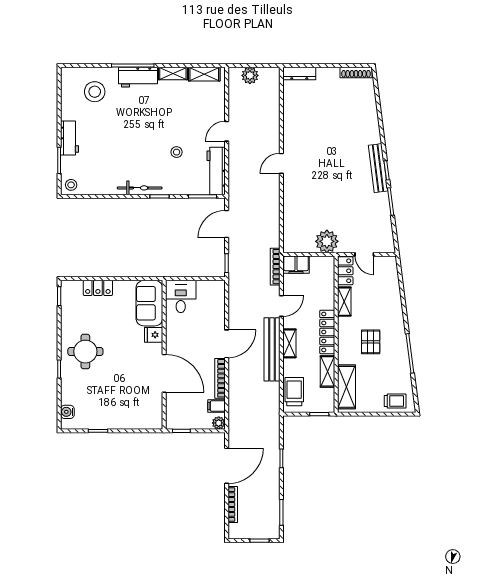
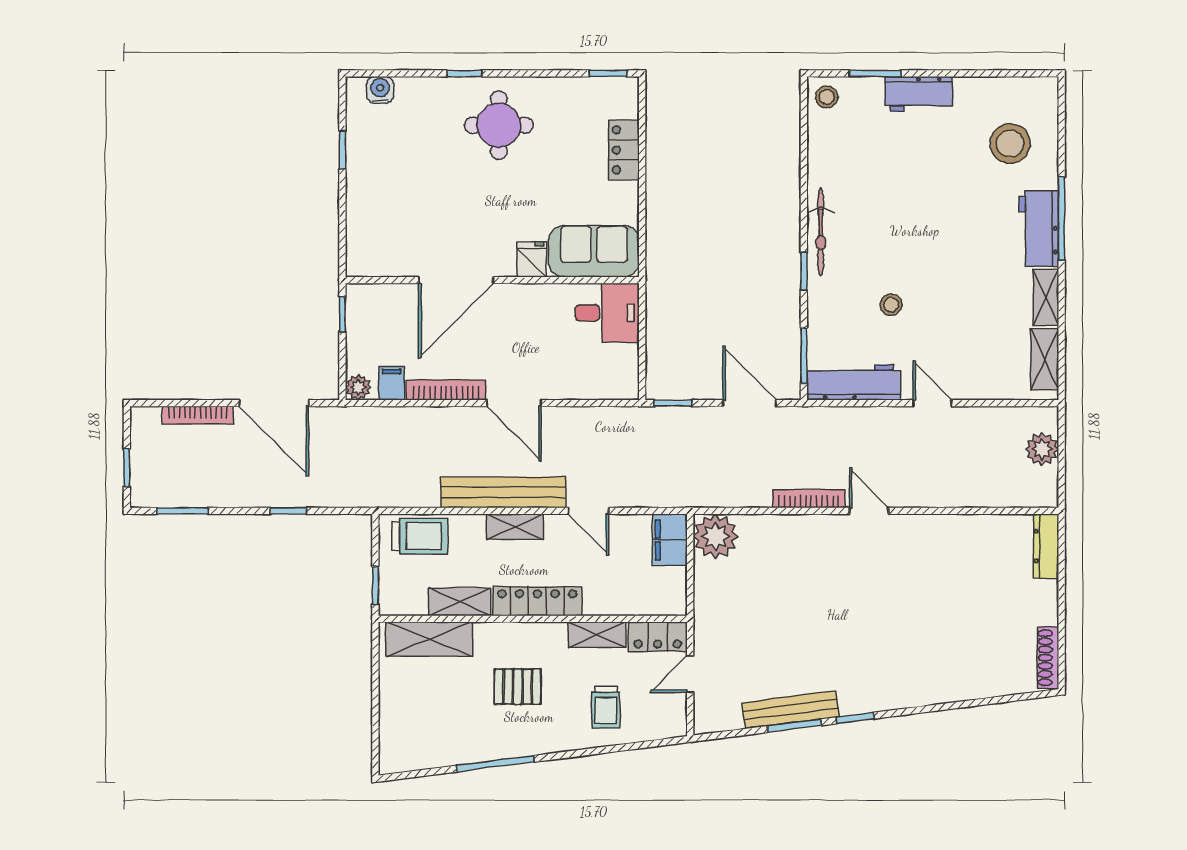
bench: (378, 168) -> (791, 710), moved
plant: (327, 241) -> (715, 536), moved
bookcase: (275, 267) -> (809, 499), moved
trolley: (395, 401) -> (606, 707), moved

